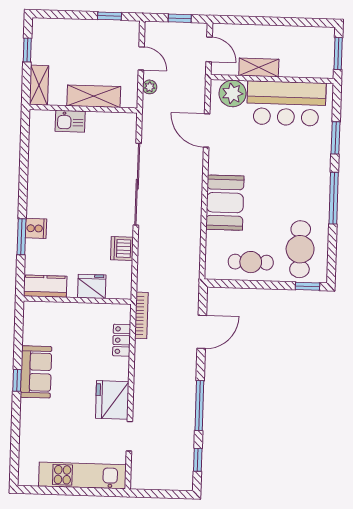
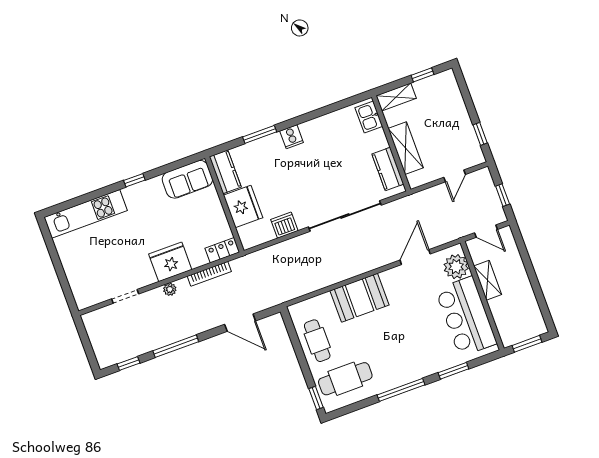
door: (209, 49) -> (486, 231), hinge flipped
plant: (150, 87) -> (170, 289), moved
kitchen sink: (70, 121) -> (369, 117), moved
kitchen counter: (108, 122) -> (388, 169), added
cooker: (36, 228) -> (292, 137), moved
fridge: (92, 286) -> (243, 206), width x1.36, depth x1.34
bookcase: (141, 315) -> (209, 274), moved
locker: (122, 340) -> (222, 250), moved
sofa: (36, 372) -> (187, 179), moved
fridge: (112, 400) -> (170, 262), moved
kitchen unit: (82, 475) -> (86, 214), moved, turned 90

